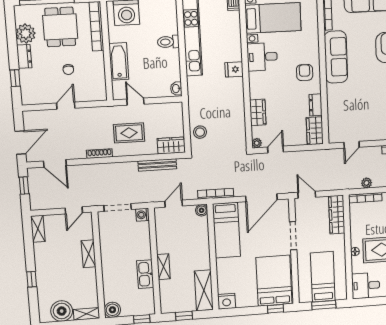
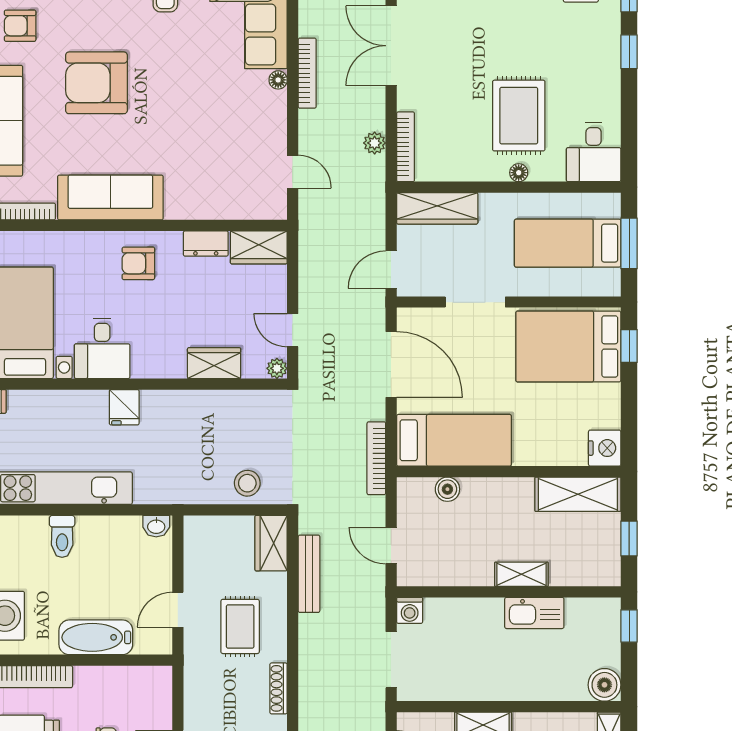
boiler: (202, 210) -> (447, 489), moved

